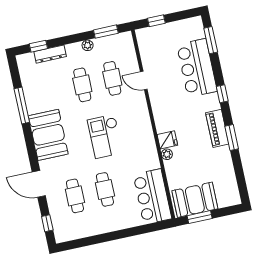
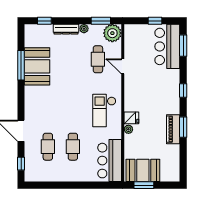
window: (156, 21) -> (155, 21), moved
plant: (123, 43) -> (112, 33), added
dresser: (50, 54) -> (66, 29), moved
bar counter: (197, 68) -> (167, 46), moved
cafe table: (82, 85) -> (73, 59), removed
piano: (217, 128) -> (173, 129), moved
booth: (48, 135) -> (37, 66), moved
checkout: (105, 136) -> (104, 111), moved

